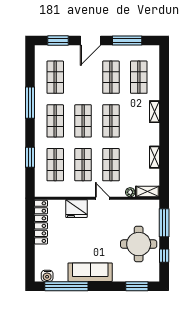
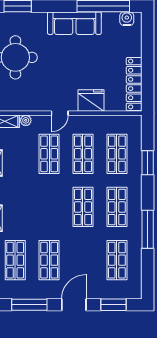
shop shelf: (111, 121) -> (49, 207), removed
door: (102, 198) -> (60, 113), hinge flipped

